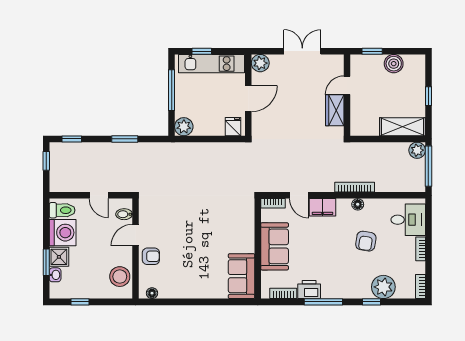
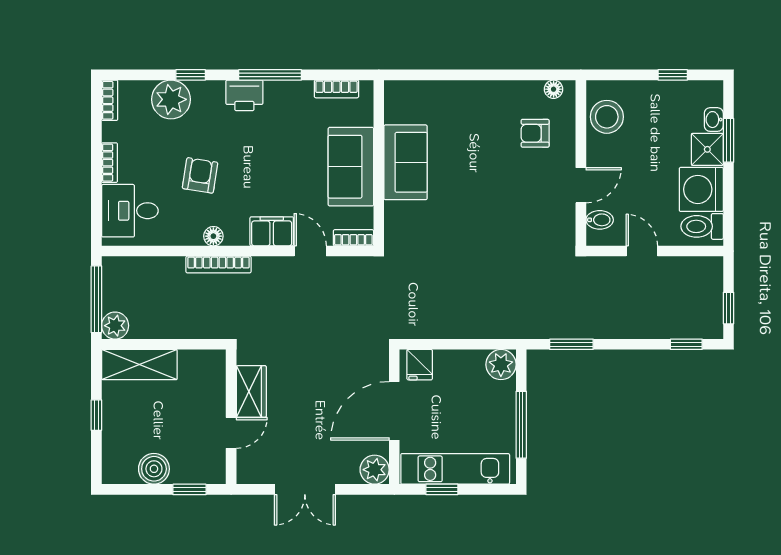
window: (202, 51) -> (442, 489), moved
door: (248, 99) -> (394, 411), width x1.36
window: (125, 139) -> (571, 344), moved
armchair: (151, 256) -> (535, 133), moved
sofa: (242, 276) -> (406, 162), moved
printer: (309, 290) -> (244, 95), moved

